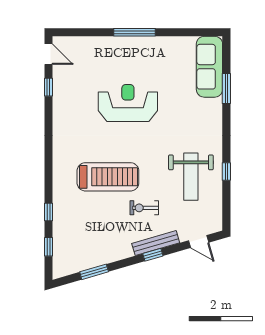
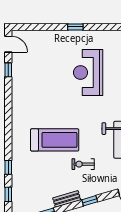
window: (134, 32) -> (75, 27), width x0.46
reception desk: (128, 103) -> (88, 73), moved, turned -90
bench: (156, 243) -> (67, 199), moved, width x0.73

